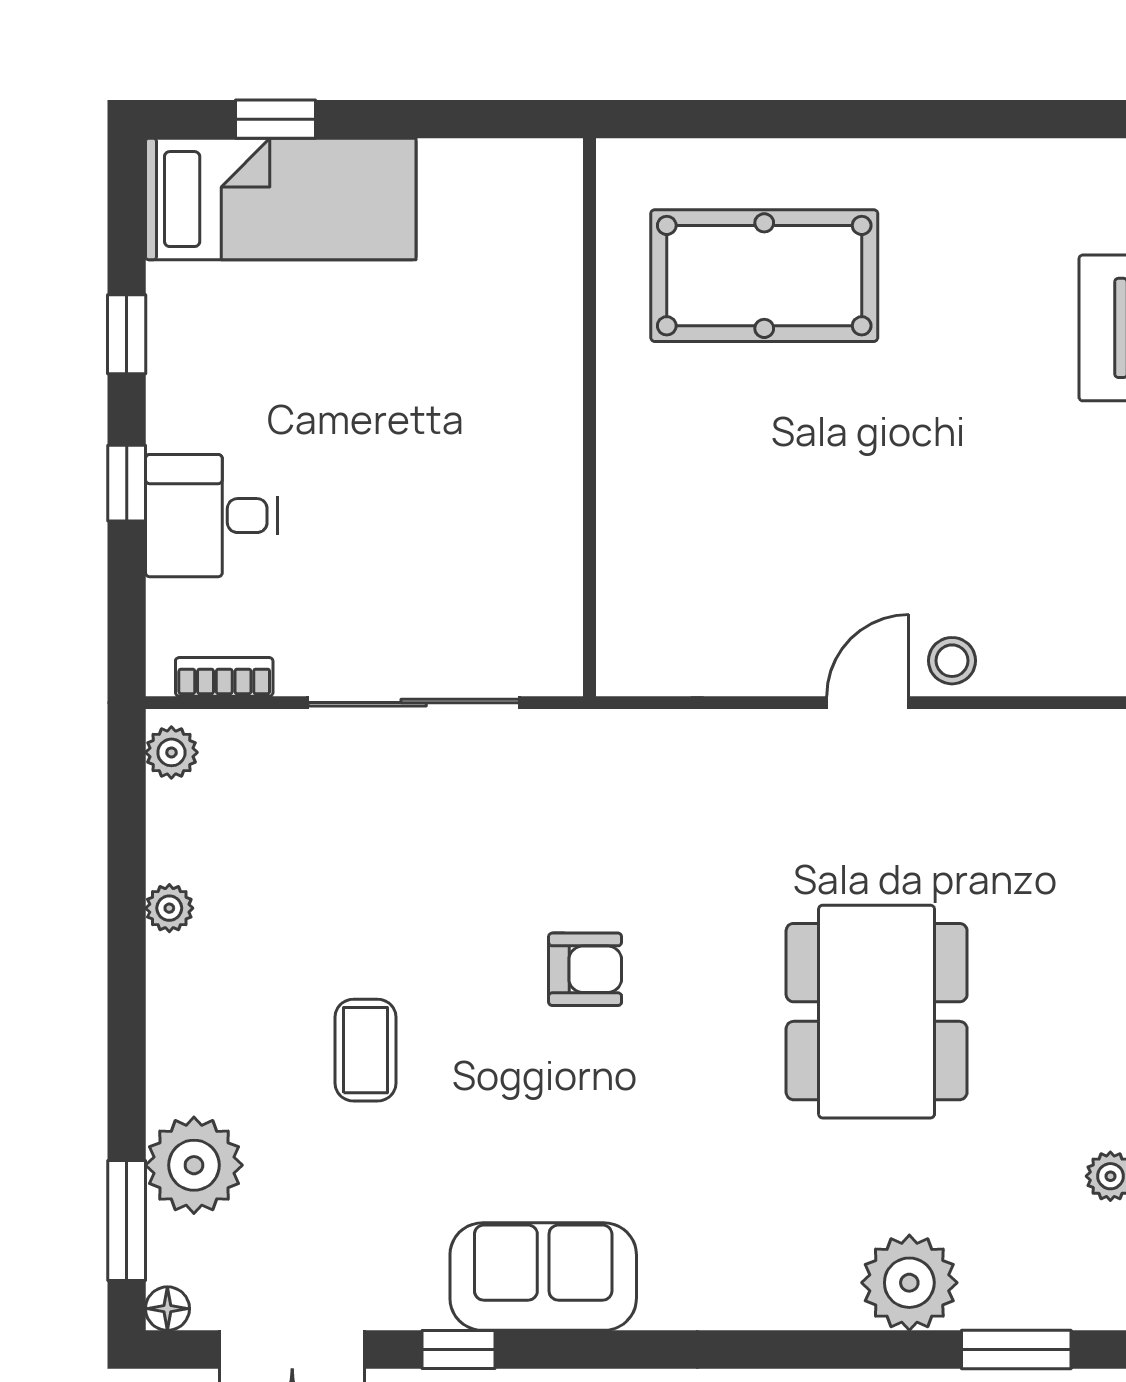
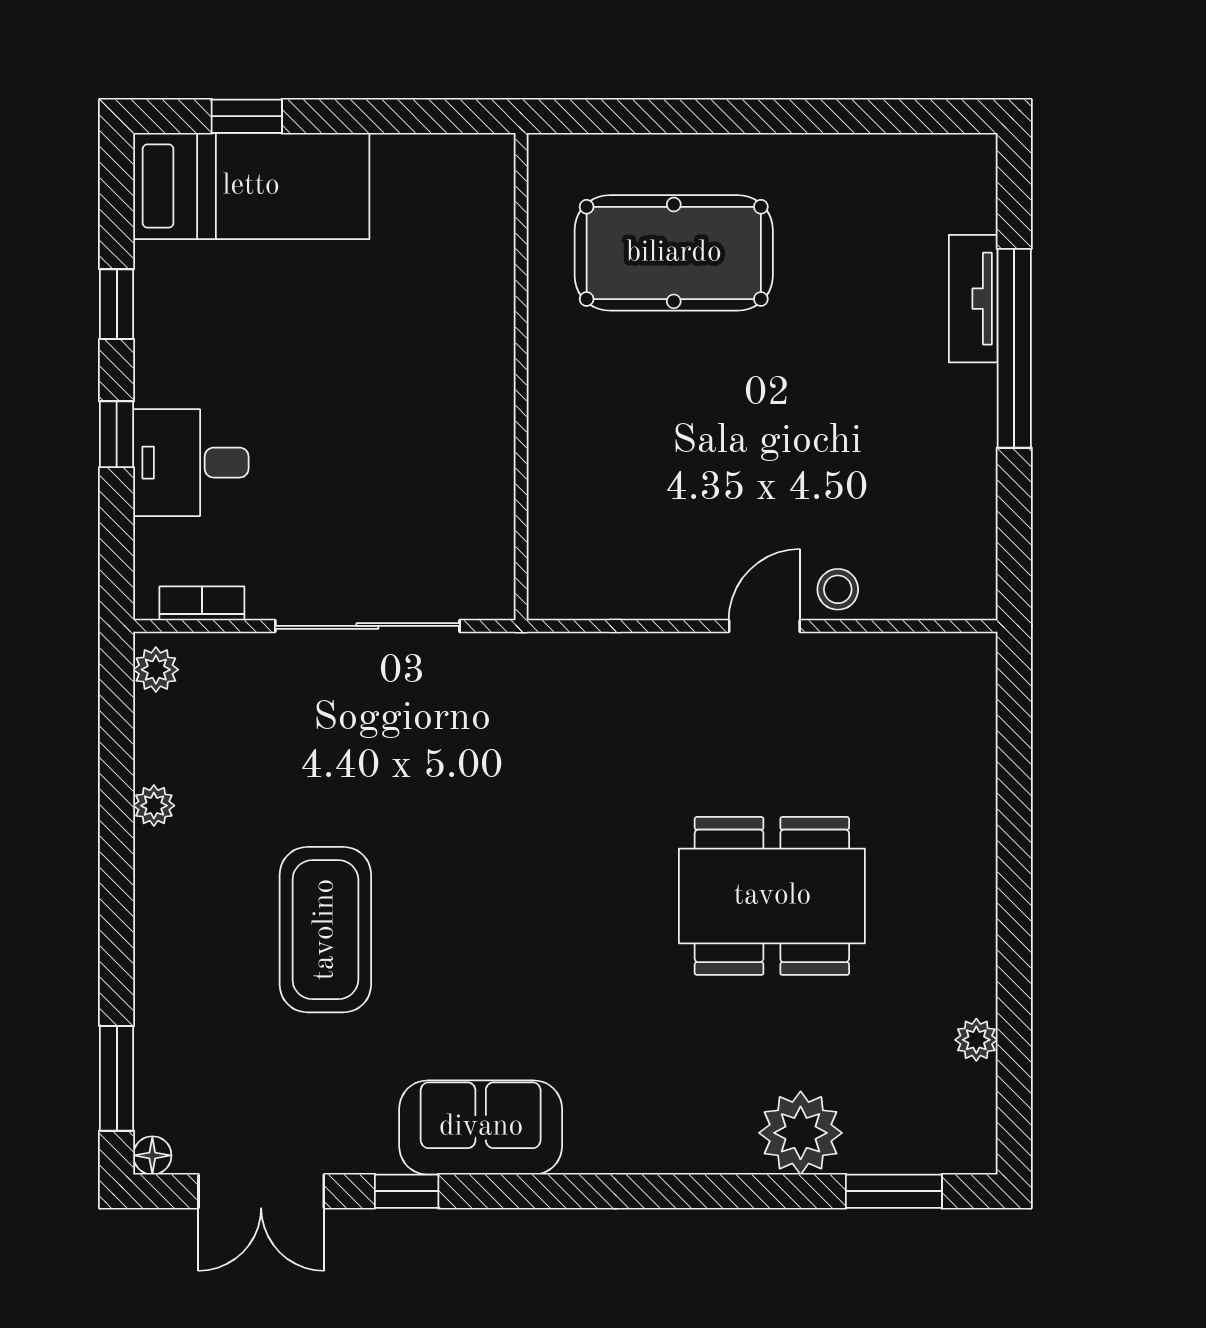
armchair: (585, 969) -> (517, 859), removed
dining table: (877, 1012) -> (772, 896), turned 90
coffee table: (366, 1050) -> (325, 930), width x1.86, depth x1.72
plant: (194, 1165) -> (176, 1030), removed

